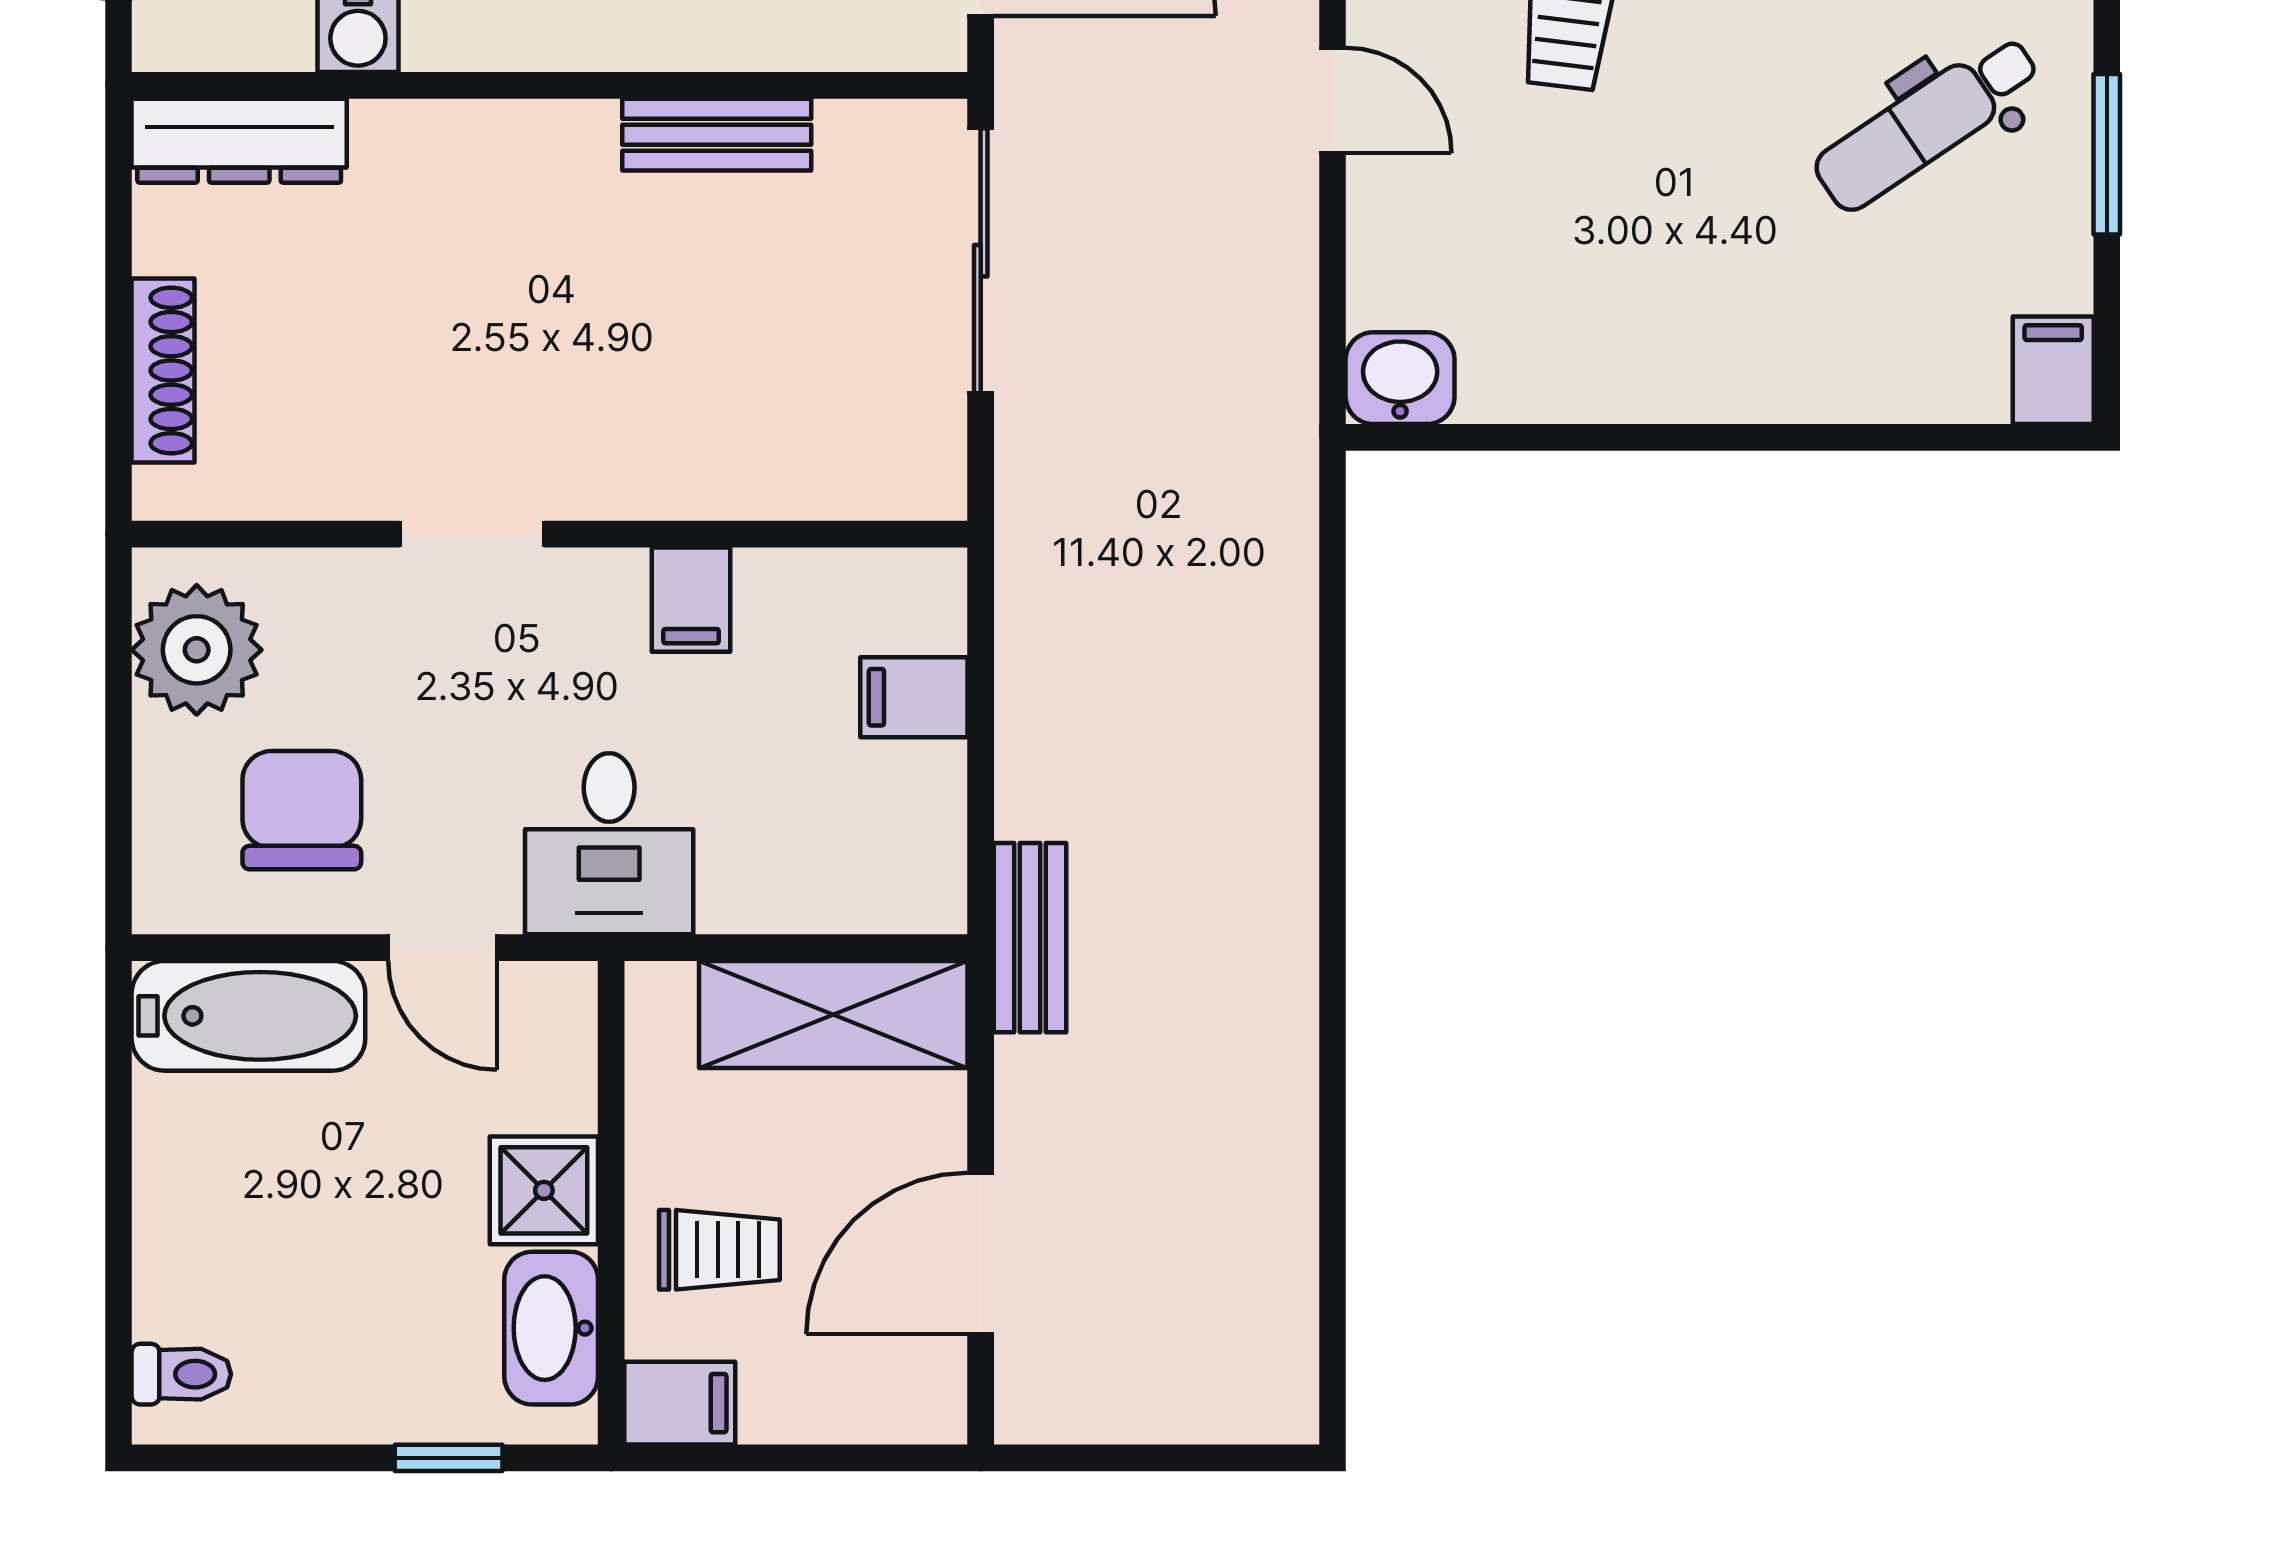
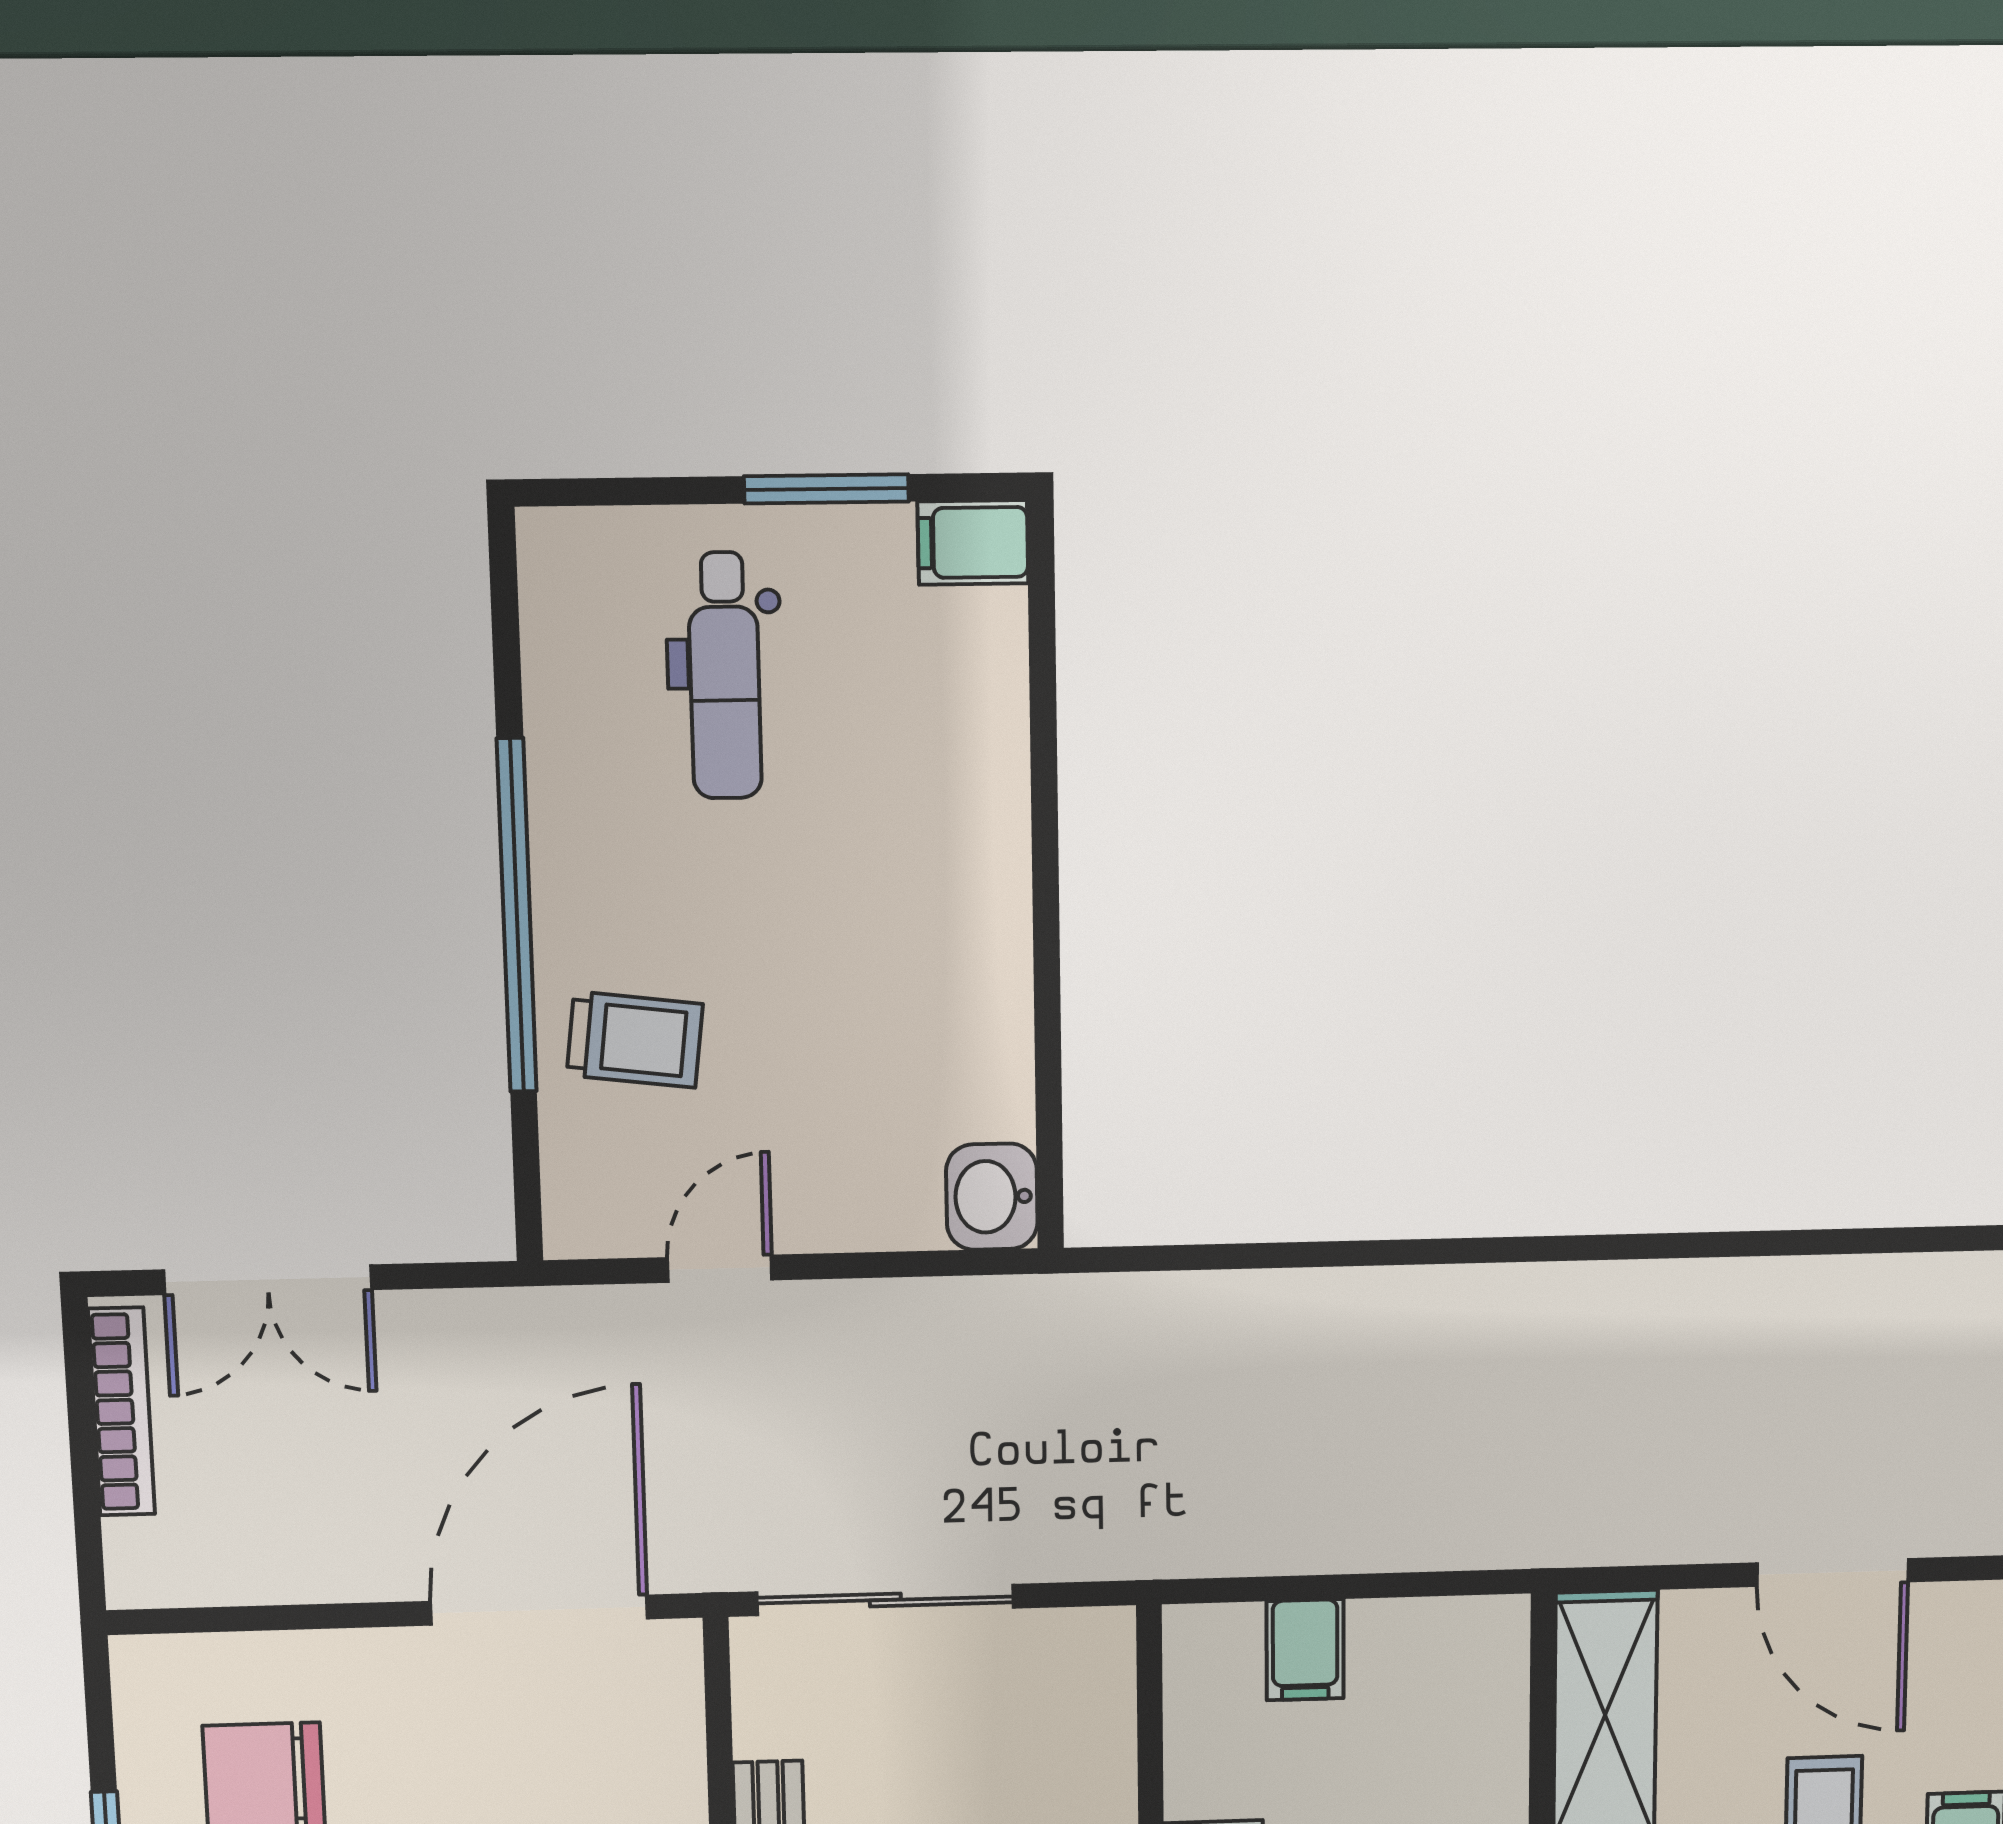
dental chair: (1927, 123) -> (725, 676), turned 34
window: (2107, 154) -> (826, 489), moved
bench: (1030, 938) -> (1534, 1535), removed

